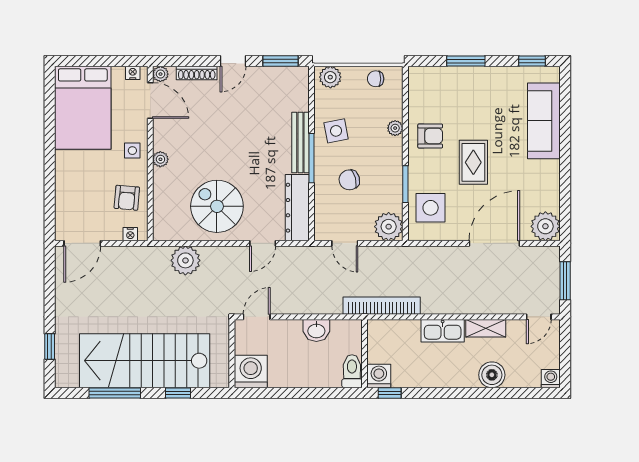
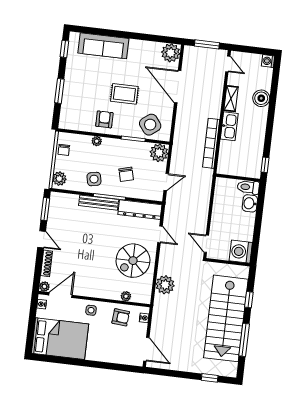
plant: (160, 159) -> (126, 296), moved
side table: (431, 208) -> (150, 125), turned -38
bookcase: (382, 306) -> (211, 143), moved
washbasin: (316, 330) -> (250, 203), moved, turned 180
washing machine: (379, 376) -> (253, 170), removed

